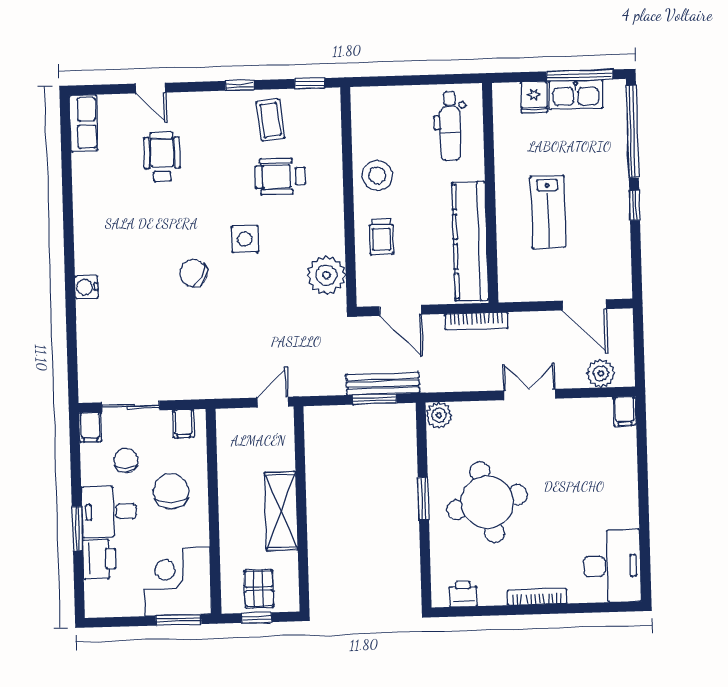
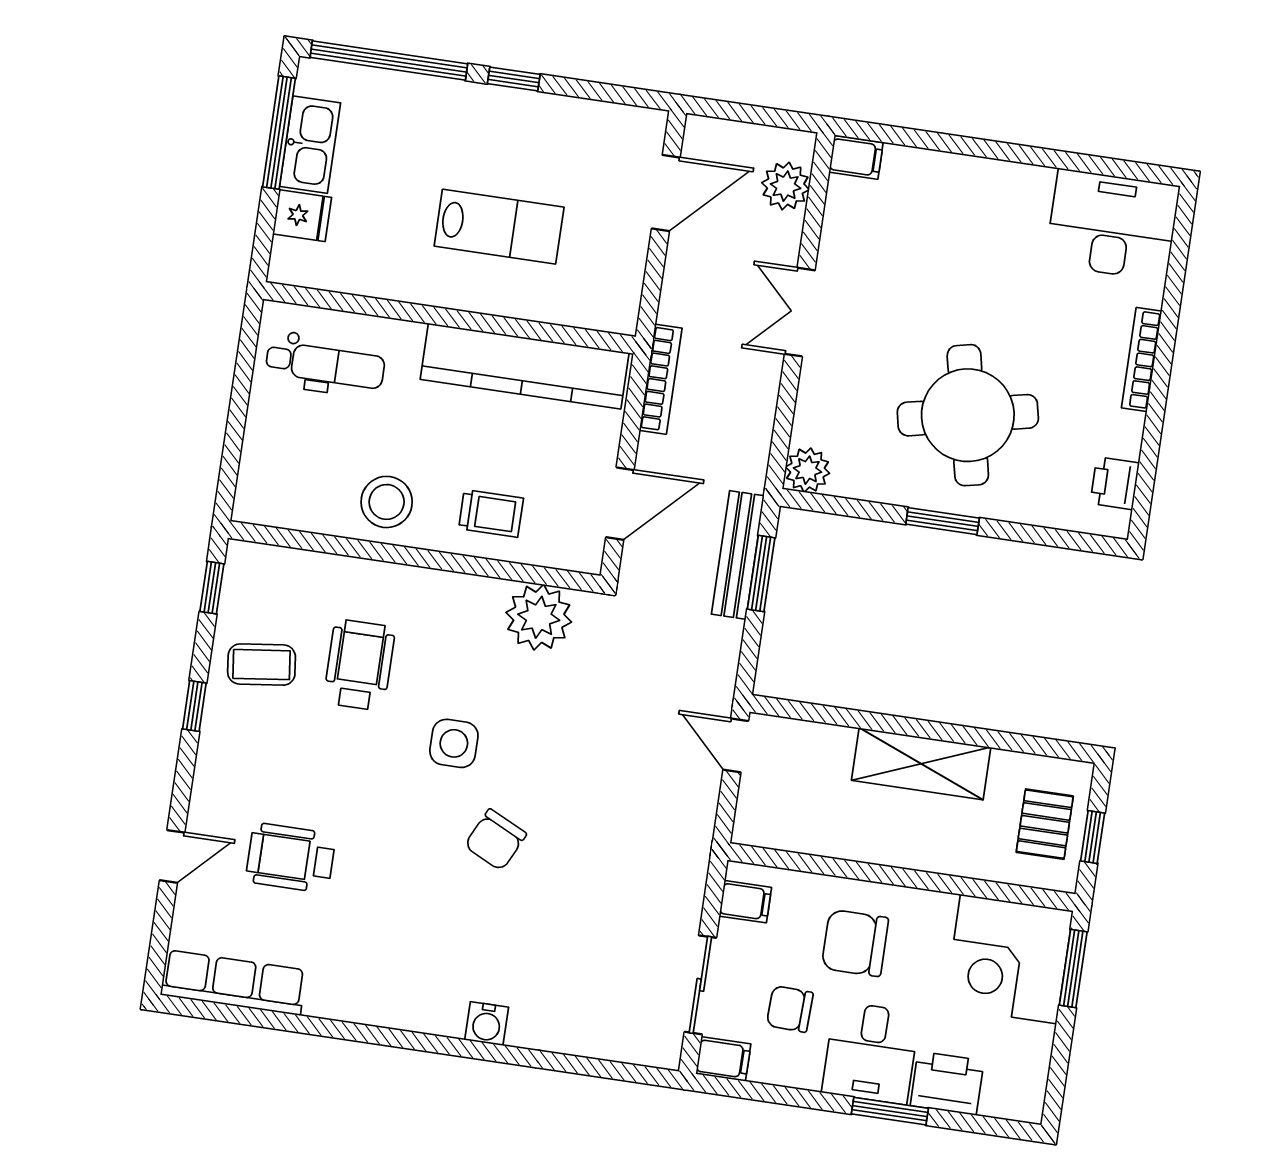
row of seats: (84, 123) -> (234, 983), width x1.48
wheelchair: (280, 176) -> (359, 665), turned 180
pallet: (259, 589) -> (1045, 824), turned 90

